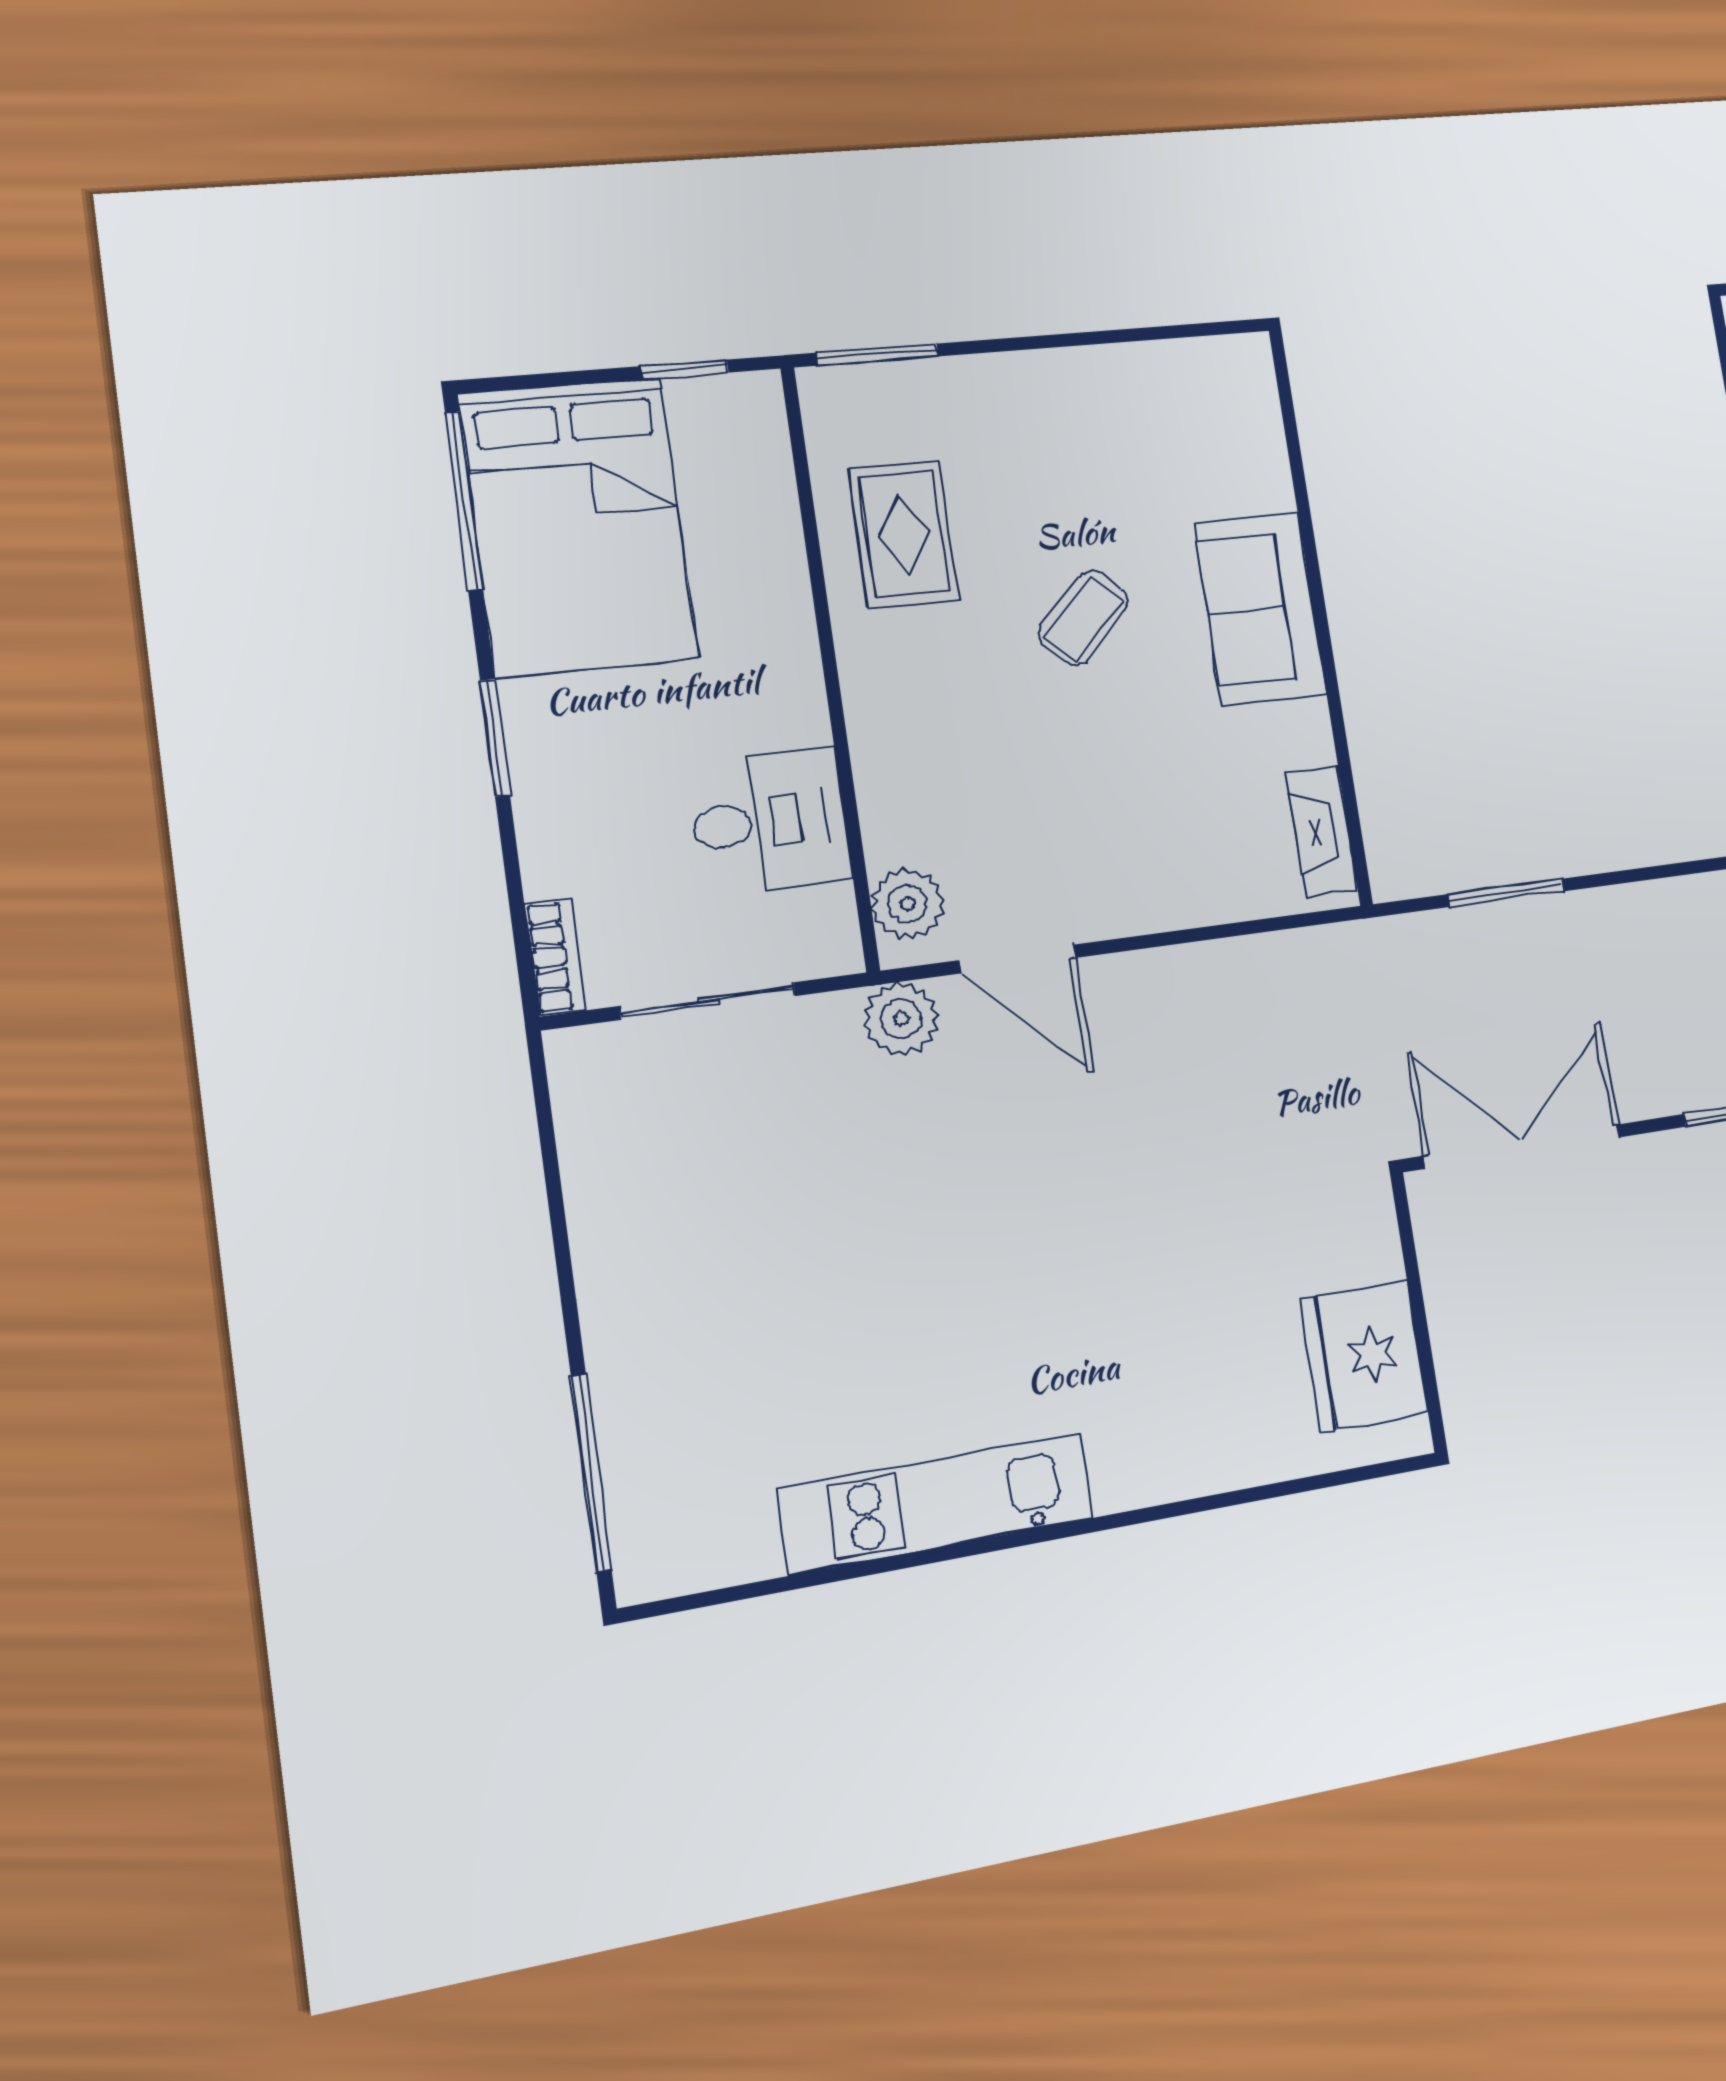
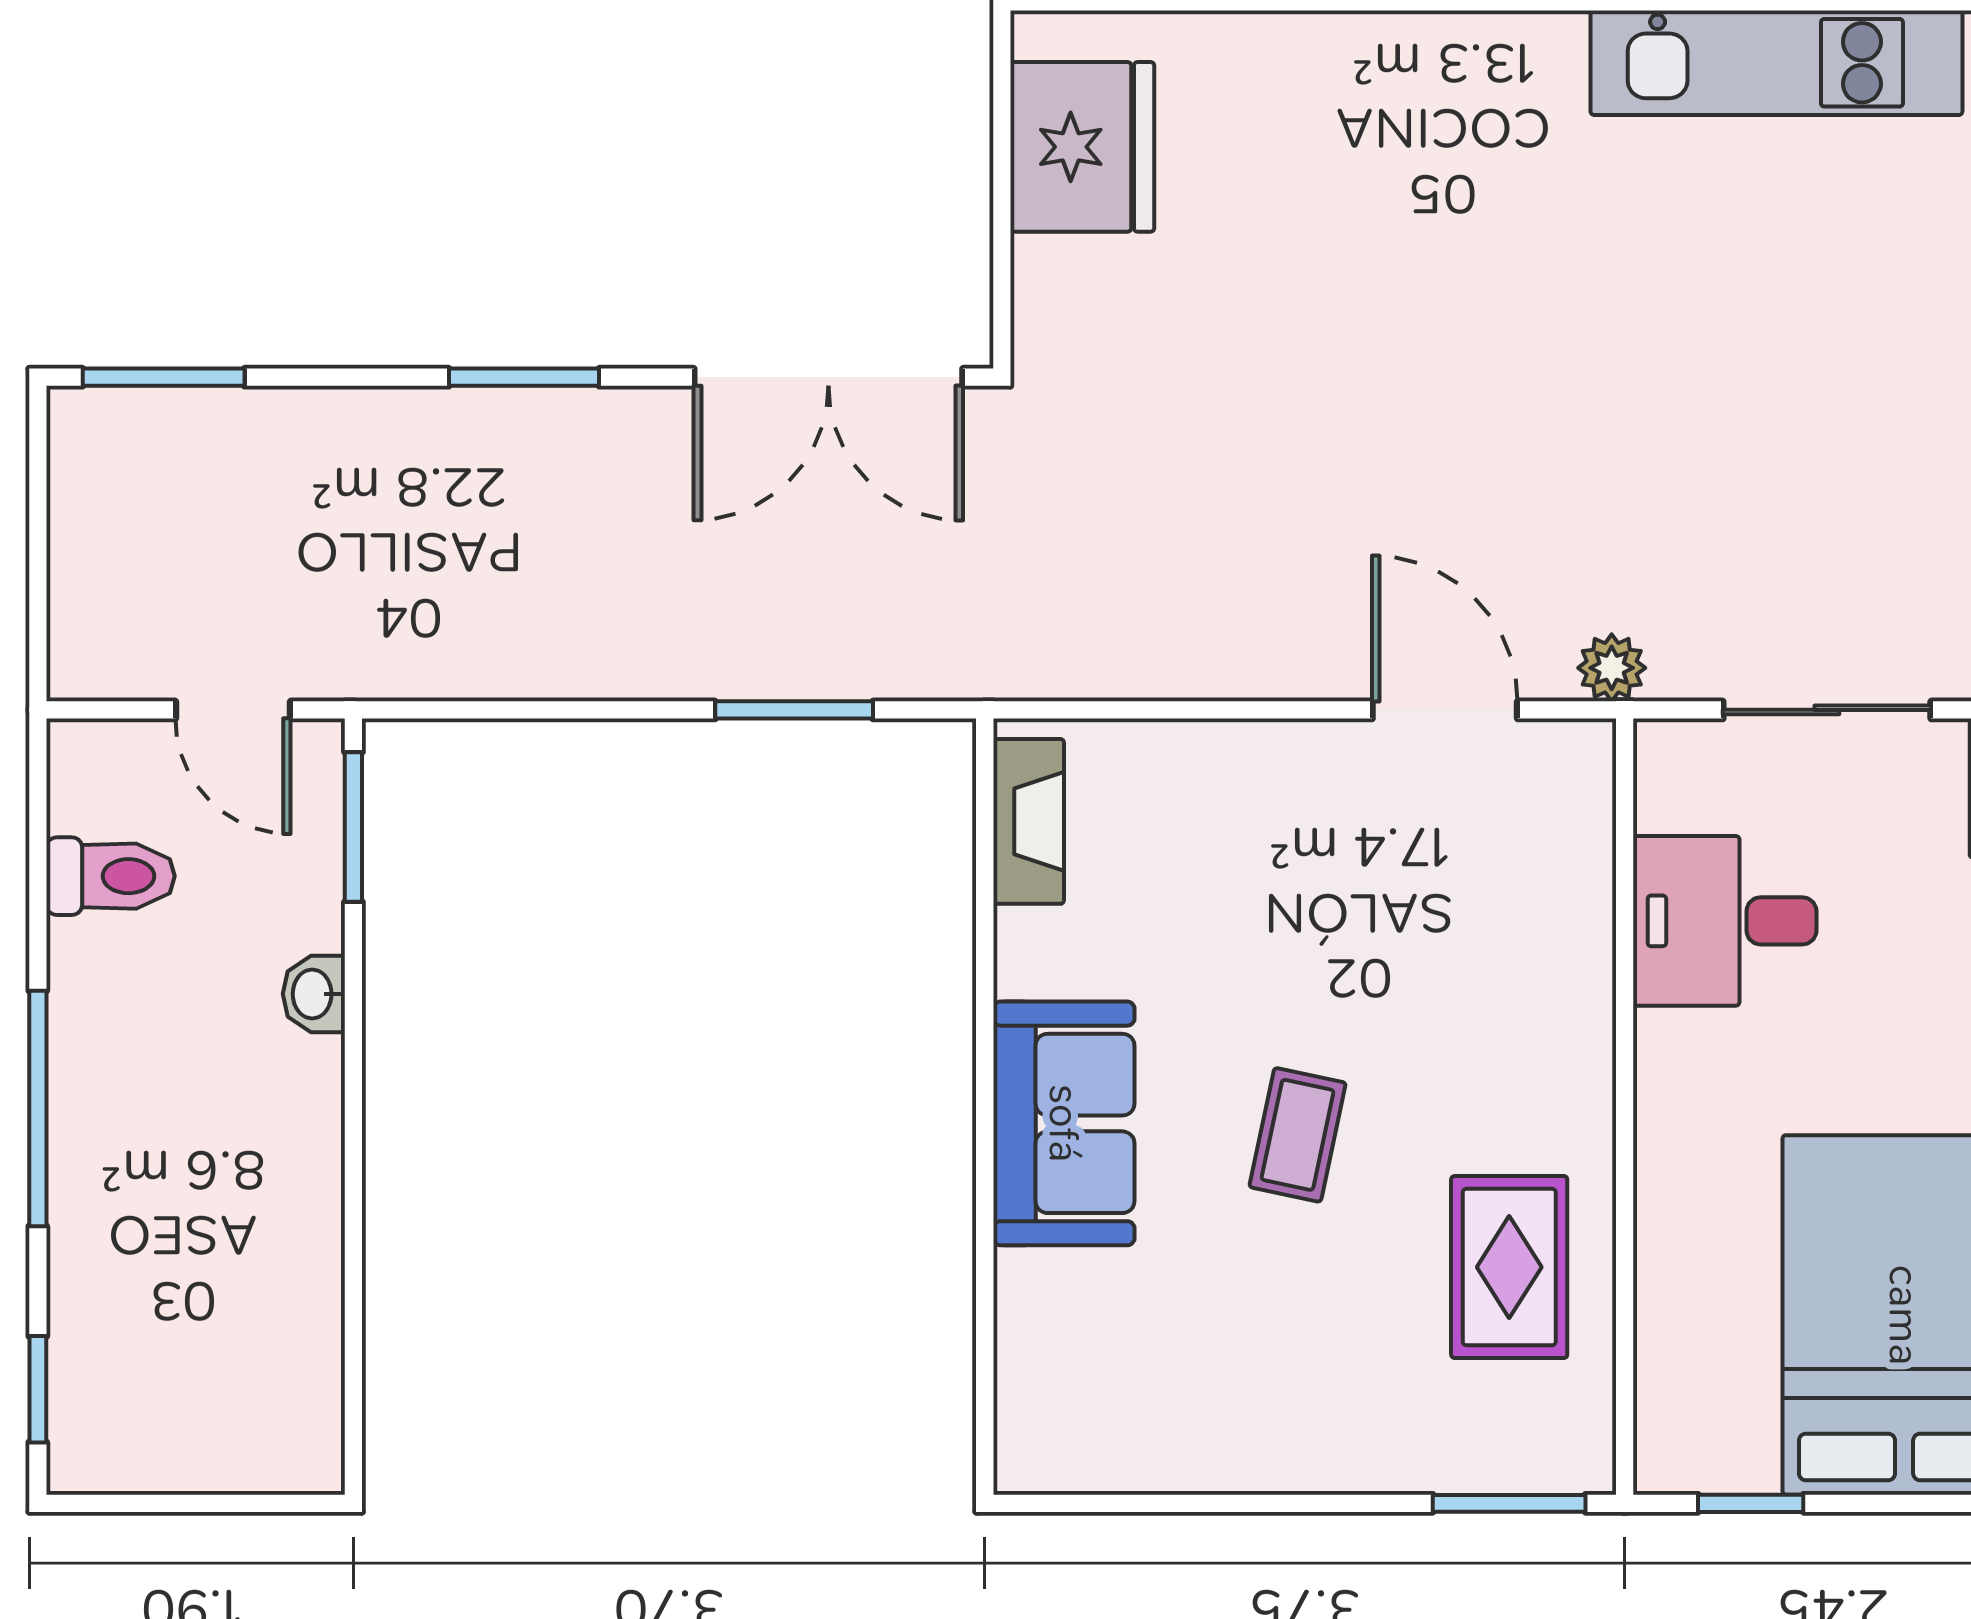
coffee table: (1083, 618) -> (1298, 1135), turned -32
plant: (908, 904) -> (1571, 797), removed
plant: (901, 1019) -> (1612, 668), width x0.73, depth x0.73
kitchen unit: (937, 1503) -> (1776, 63), moved

